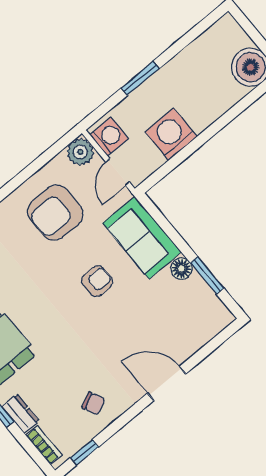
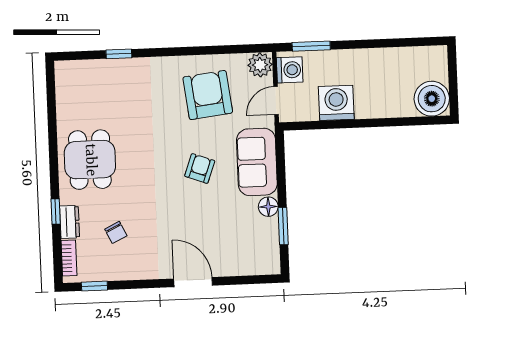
window: (140, 78) -> (311, 46), moved
armchair: (55, 213) -> (208, 95), turned 83
armchair: (97, 281) -> (200, 168), turned -70
chair: (93, 403) -> (116, 232), moved

